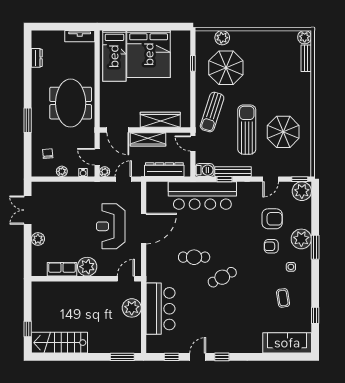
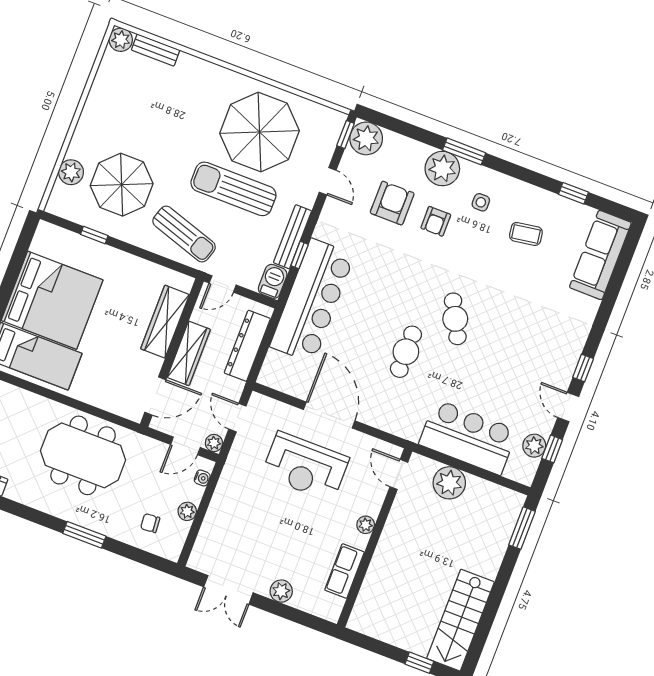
parasol: (283, 132) -> (259, 132), width x1.36, depth x1.36
plant: (87, 267) -> (366, 525), width x0.53, depth x0.53
plant: (170, 346) -> (534, 446), added

